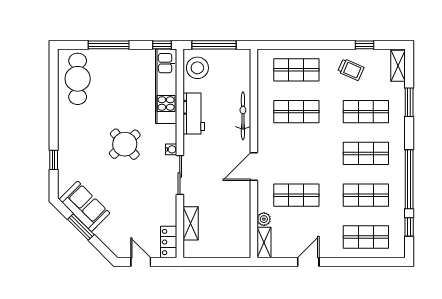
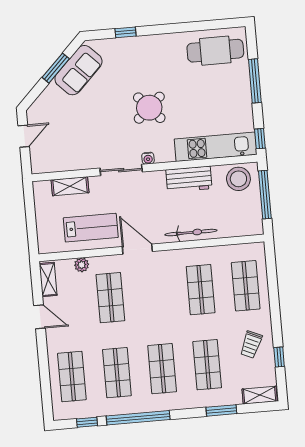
lab bench: (230, 208) -> (91, 228), added
locker: (169, 242) -> (48, 164), removed
shelving: (264, 243) -> (48, 279), moved, turned 90

